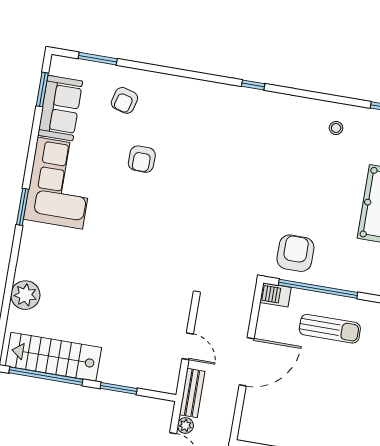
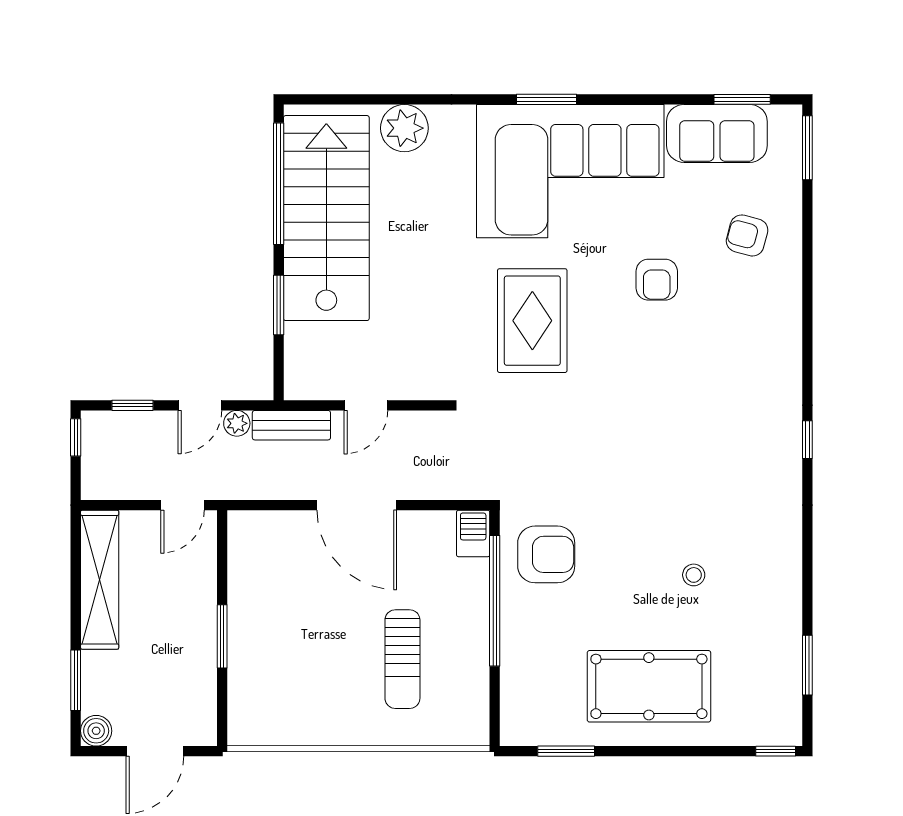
window: (98, 59) -> (807, 148), moved
stool: (336, 128) -> (694, 575), moved
armchair: (142, 159) -> (657, 280), turned -91
corner sofa: (60, 183) -> (570, 171), width x1.36, depth x1.36
rug: (154, 238) -> (532, 321), added
sun lounger: (330, 329) -> (402, 659), moved
stairs: (53, 357) -> (326, 218), width x1.36, depth x1.51

